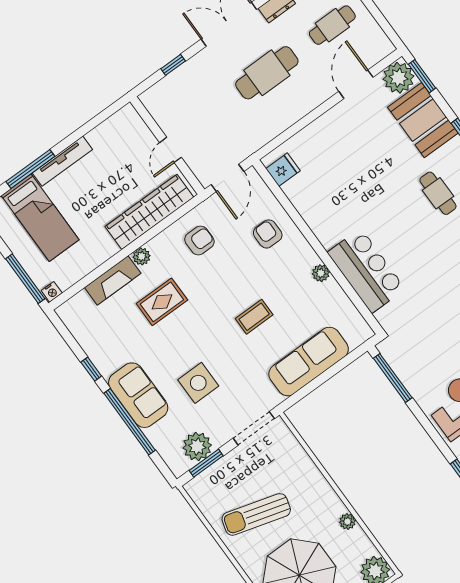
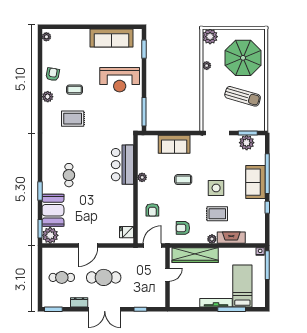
door: (356, 84) -> (88, 246), moved
sofa: (309, 362) -> (174, 144), width x0.73
side table: (198, 383) -> (216, 188), moved

